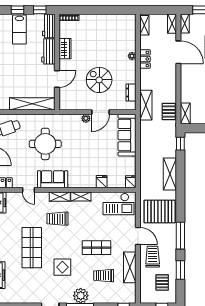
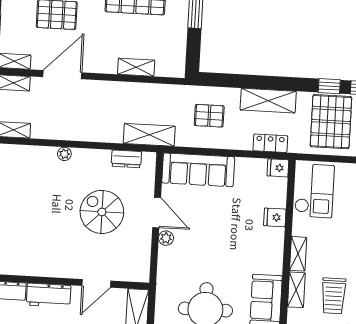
wardrobe: (65, 49) -> (46, 267), removed
locker: (145, 59) -> (270, 143), moved
door: (57, 79) -> (96, 283), swing flipped
spiral stairs: (99, 80) -> (102, 212), turned 90
pallet: (169, 112) -> (209, 116), moved
shelving: (185, 114) -> (136, 67), moved
window: (180, 144) -> (329, 86), moved

